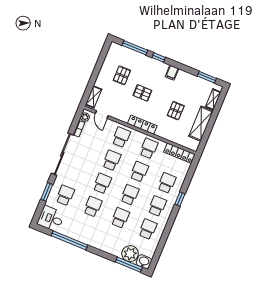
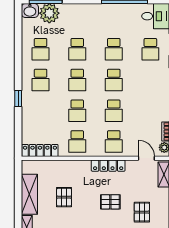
locker: (142, 125) -> (108, 166), moved
school desk: (167, 183) -> (41, 111), removed

